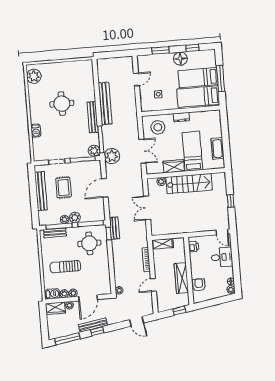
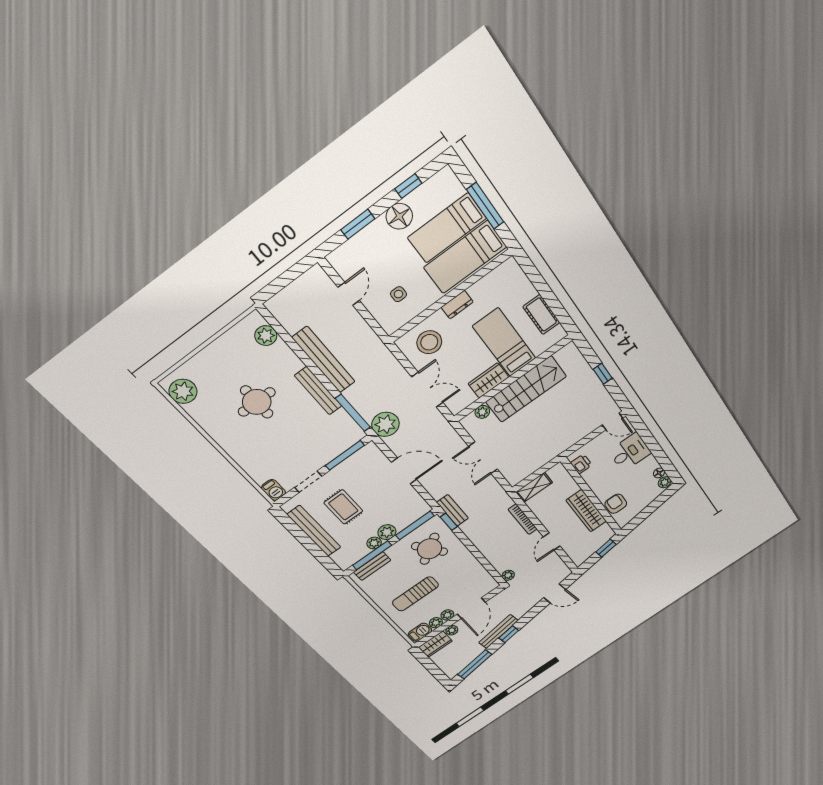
barbecue: (36, 131) -> (273, 490), moved
plant: (94, 151) -> (266, 336), moved
door: (105, 188) -> (404, 471), swing flipped
round table: (89, 243) -> (430, 549), turned -35

